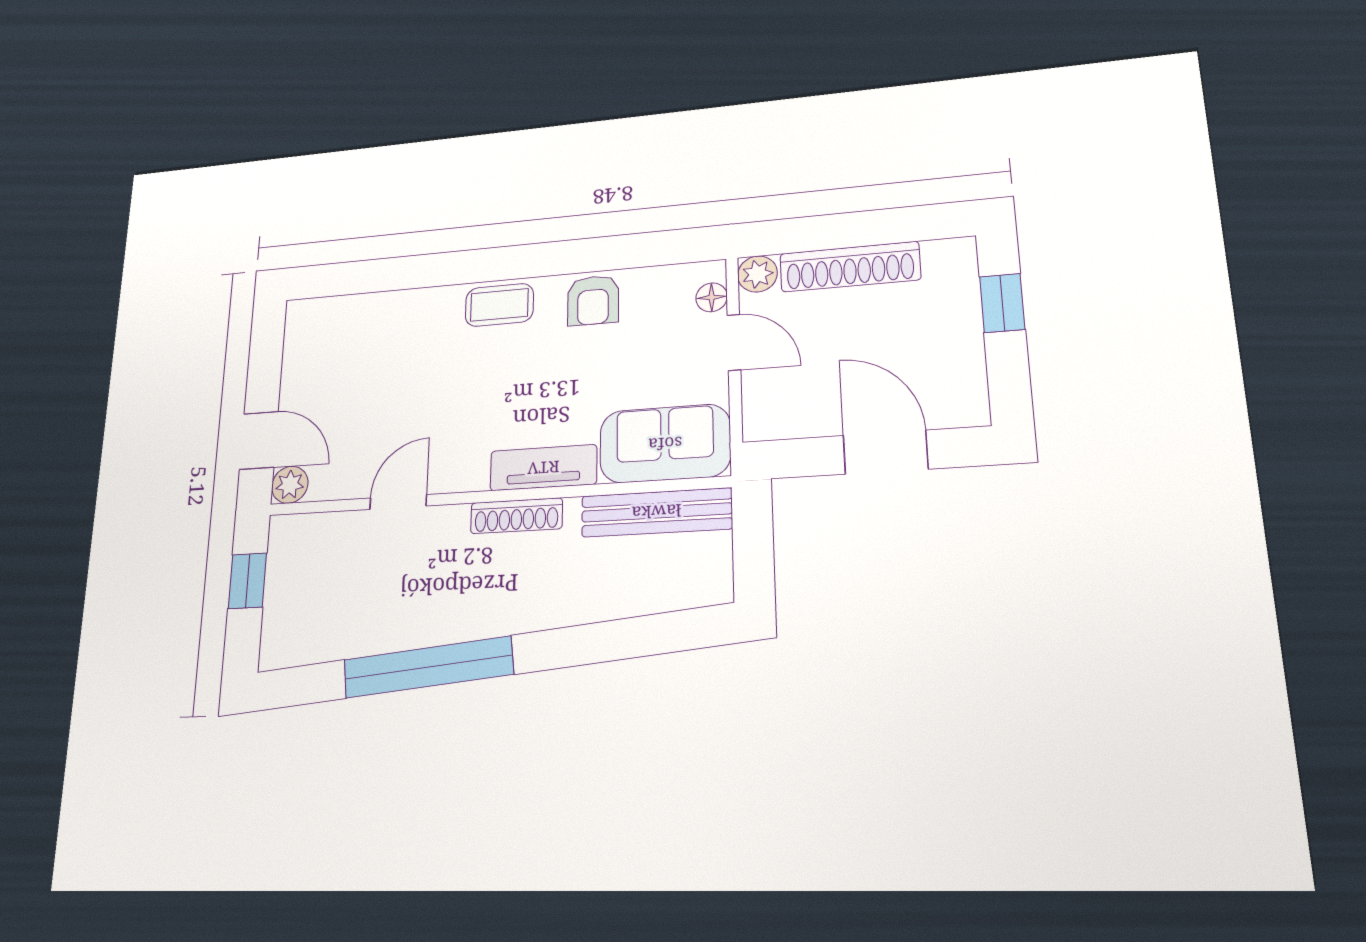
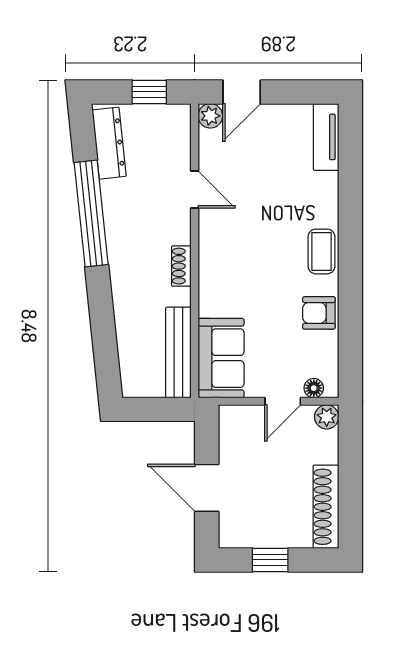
shoe rack: (850, 267) -> (326, 507), moved
window: (1002, 303) -> (270, 560), moved
door: (886, 452) -> (207, 488), swing flipped
tv unit: (543, 468) -> (326, 137), moved, turned 180
shoe rack: (516, 516) -> (181, 266), width x0.70
dresser: (320, 641) -> (109, 143), added

